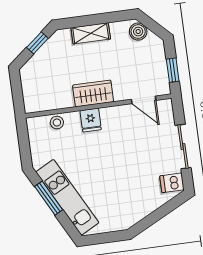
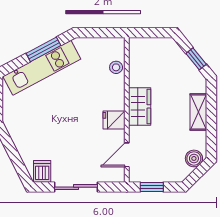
fridge: (91, 120) -> (114, 120), moved

